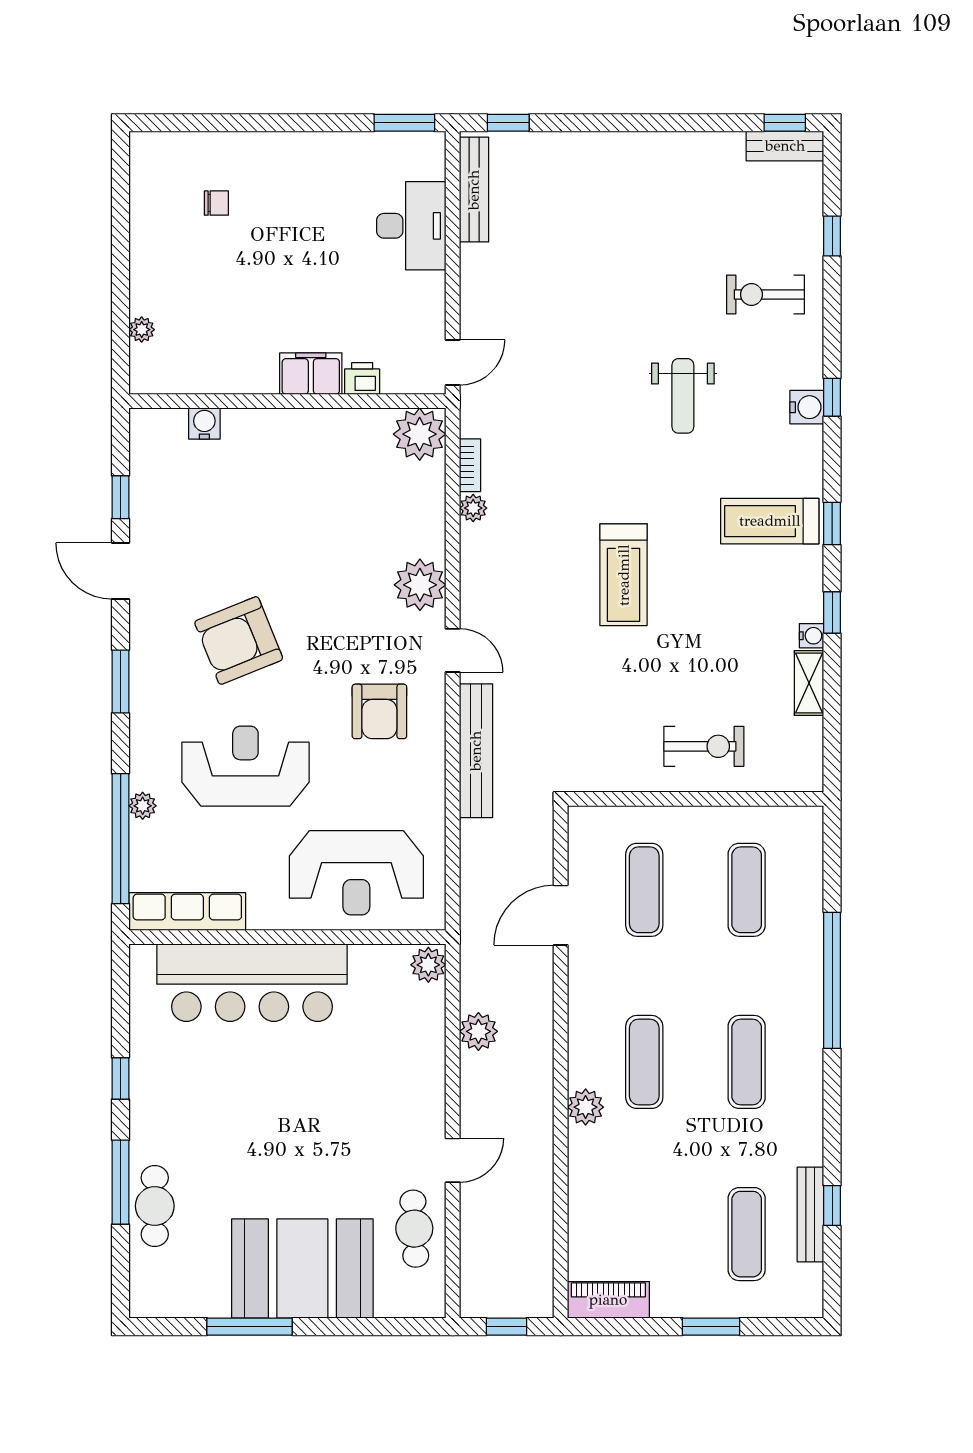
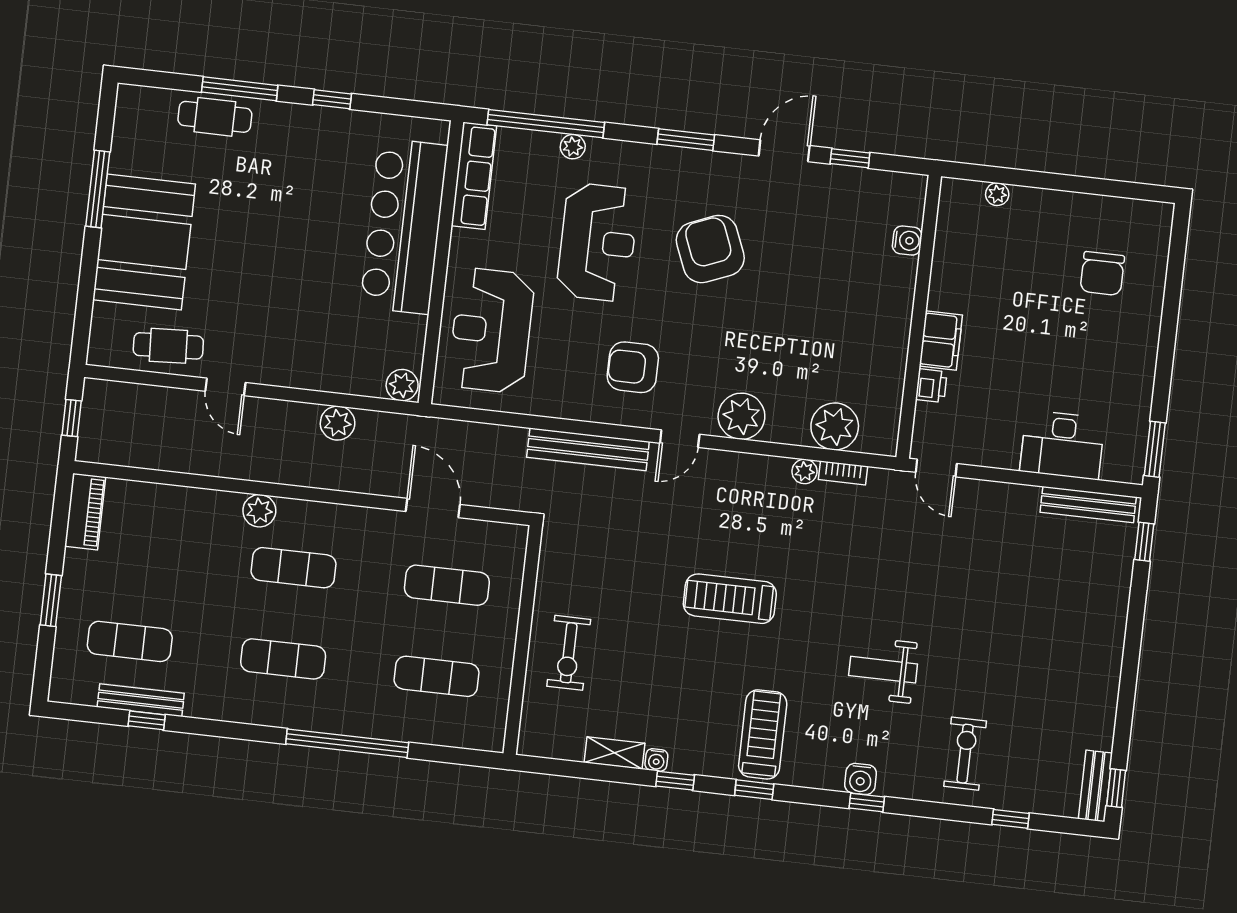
chair: (216, 203) -> (1102, 274), width x1.87, depth x1.87
plant: (420, 434) -> (835, 426), moved

